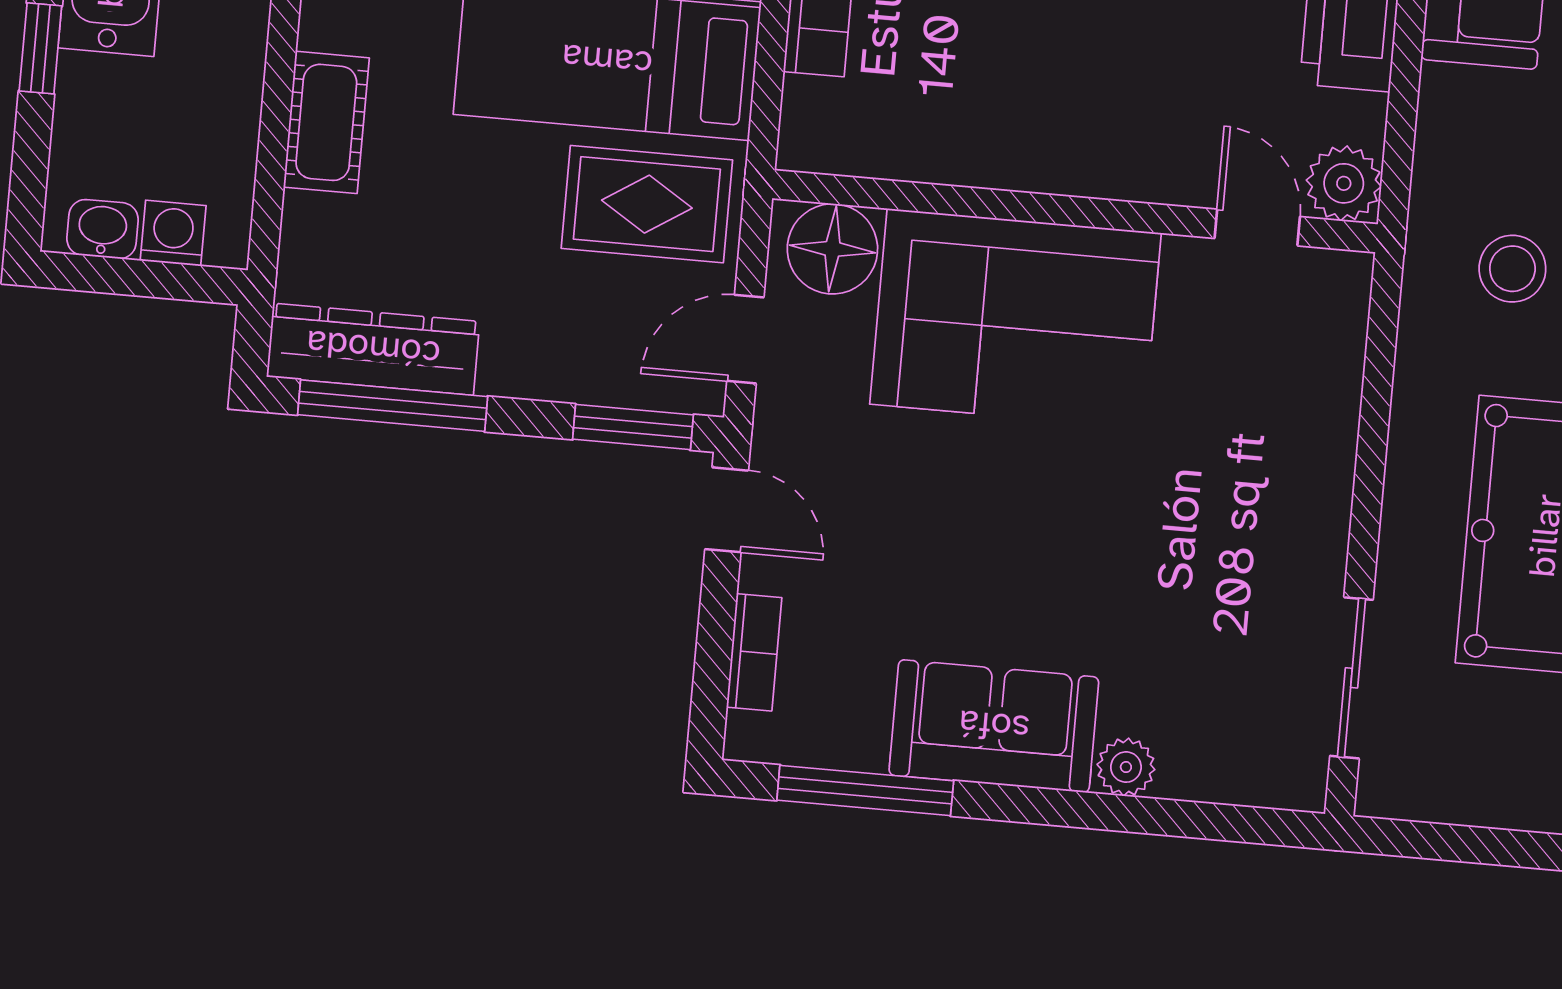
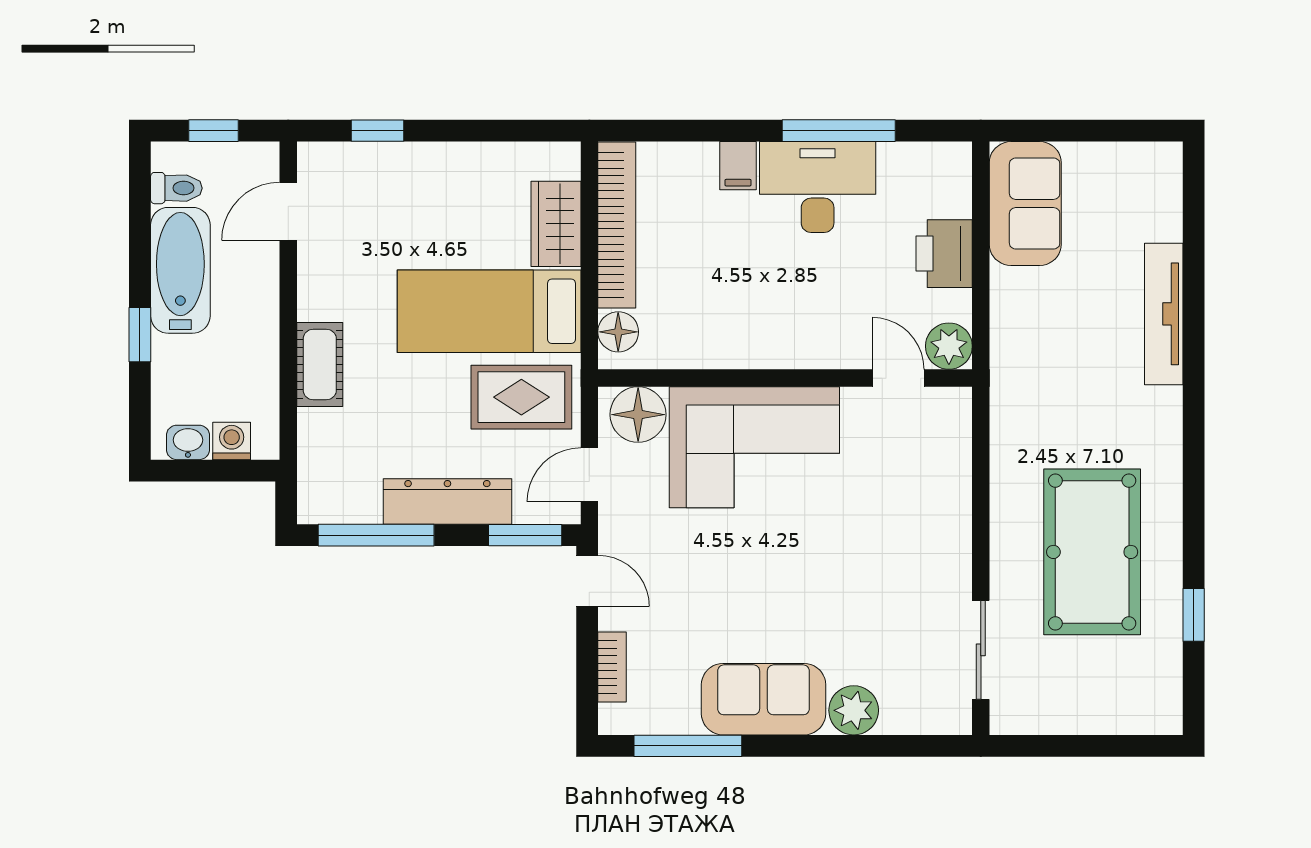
floor lamp: (812, 113) -> (618, 332), added
stool: (1512, 269) -> (1057, 389), removed
dresser: (373, 349) -> (447, 501), moved
plant: (1126, 767) -> (854, 710), width x1.38, depth x1.38

